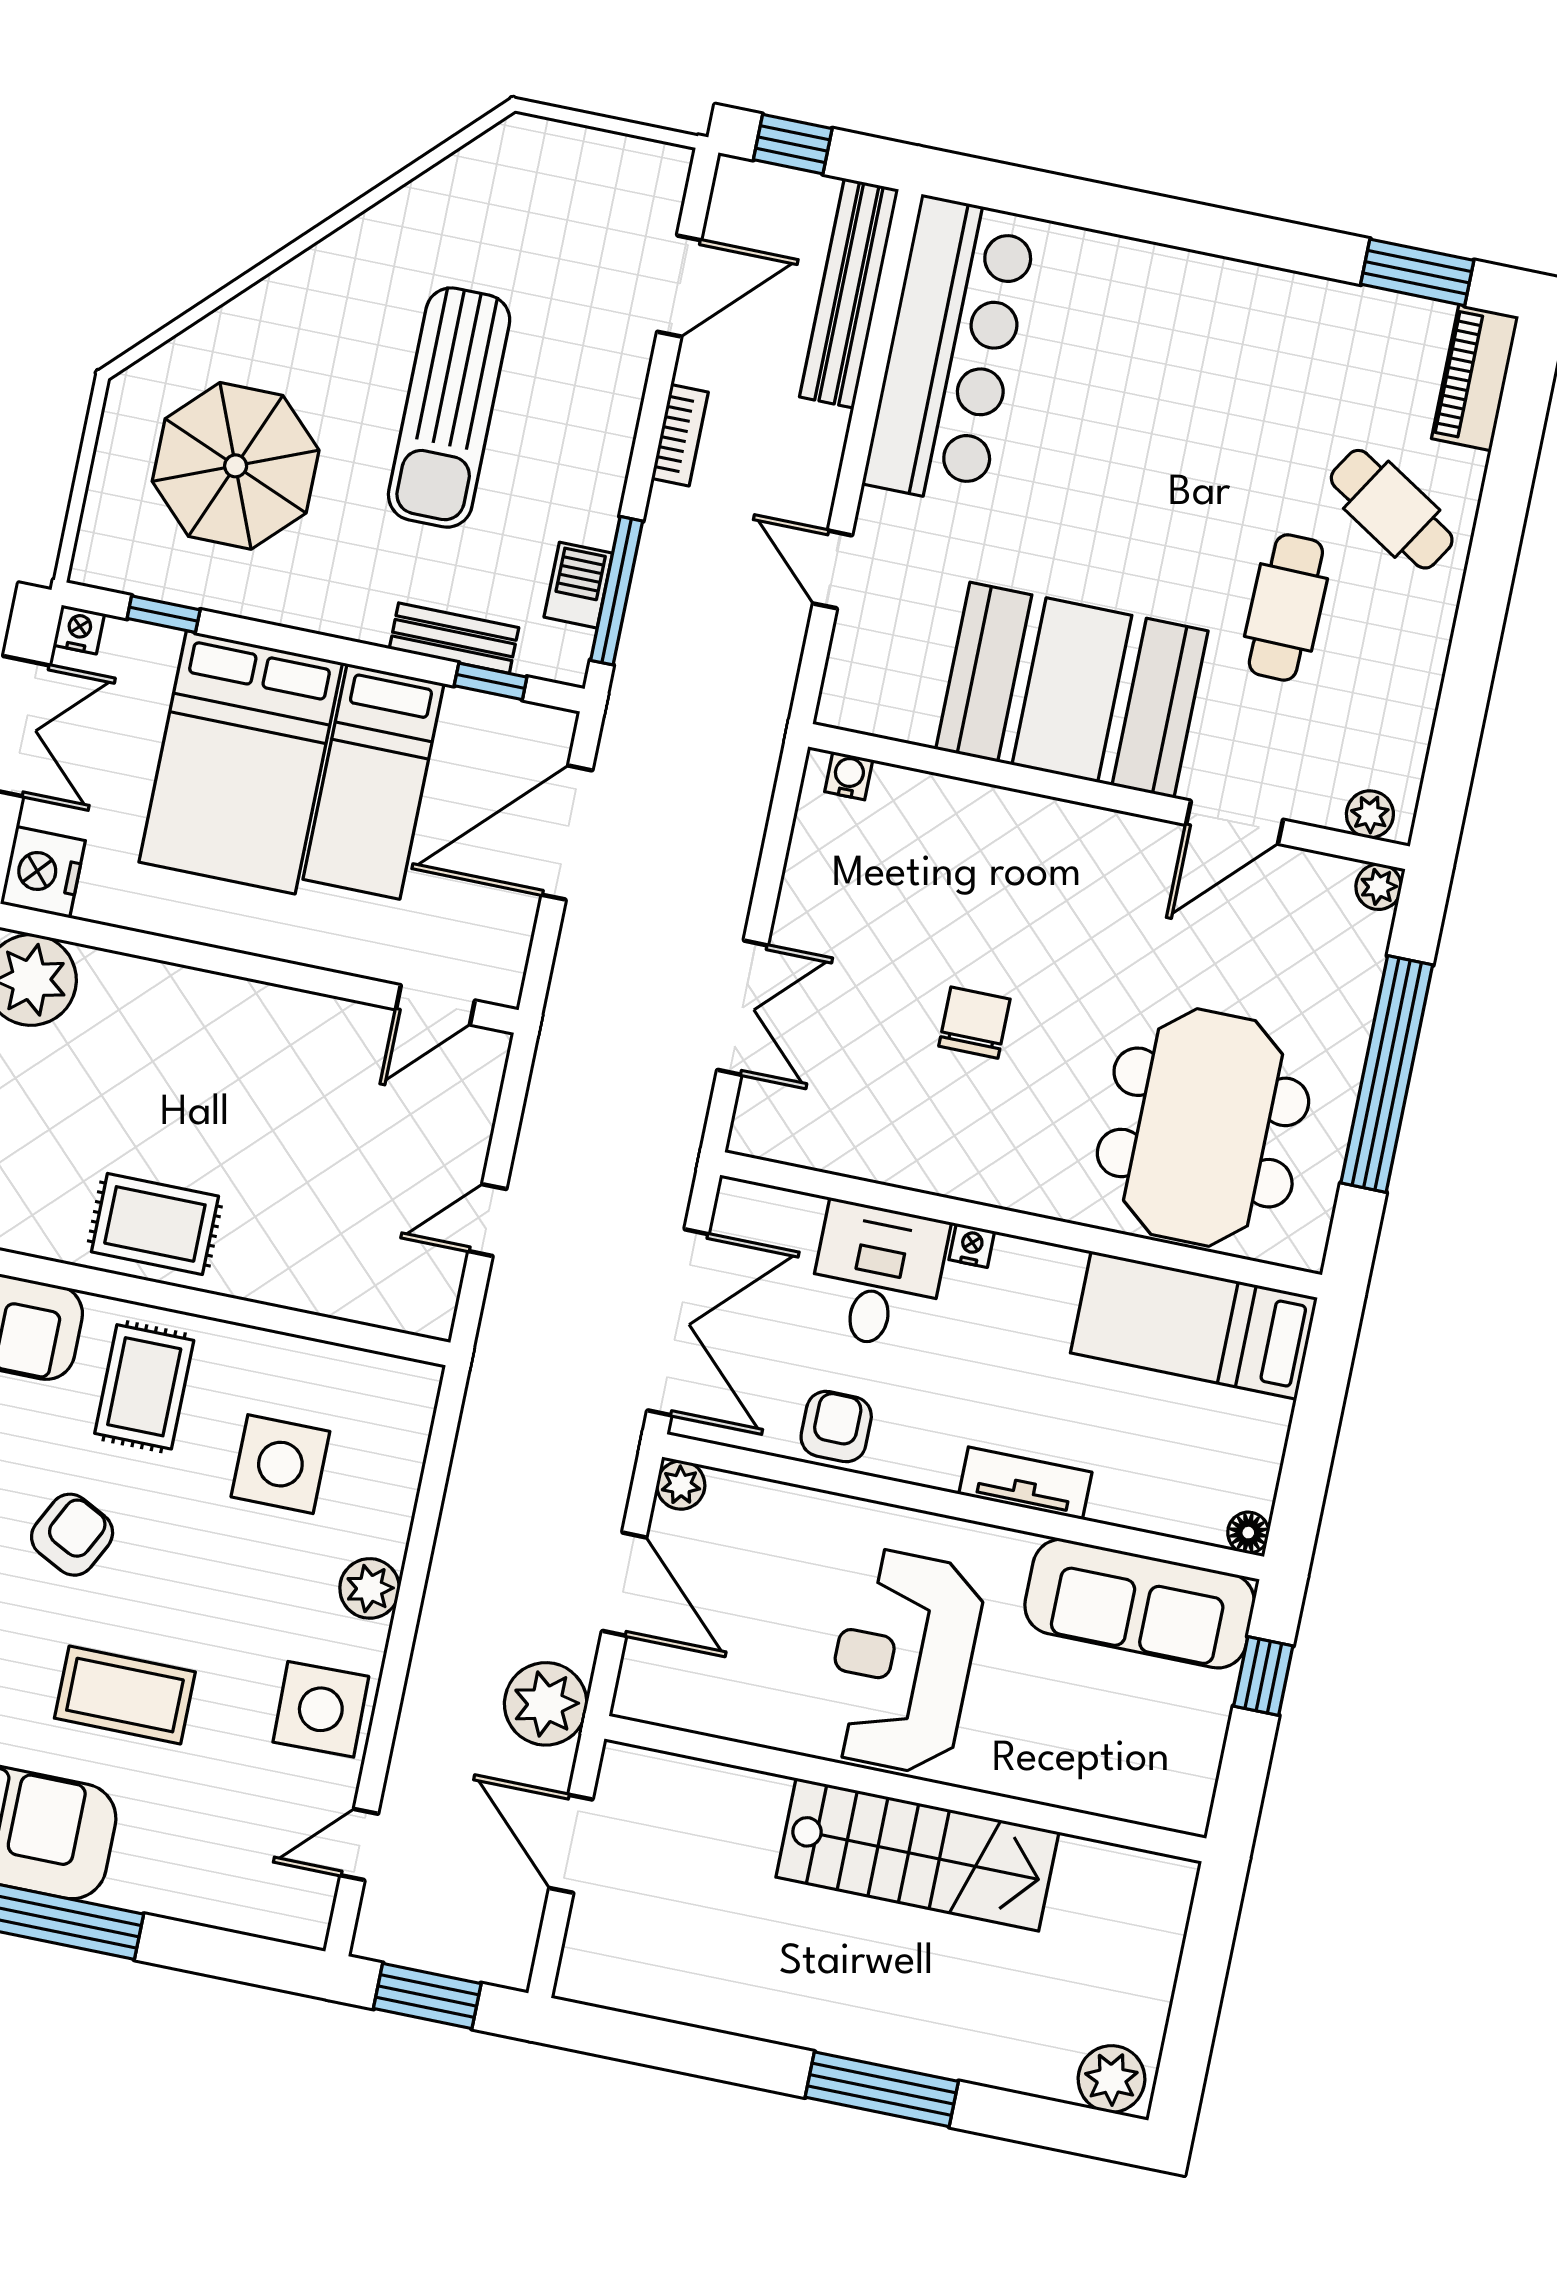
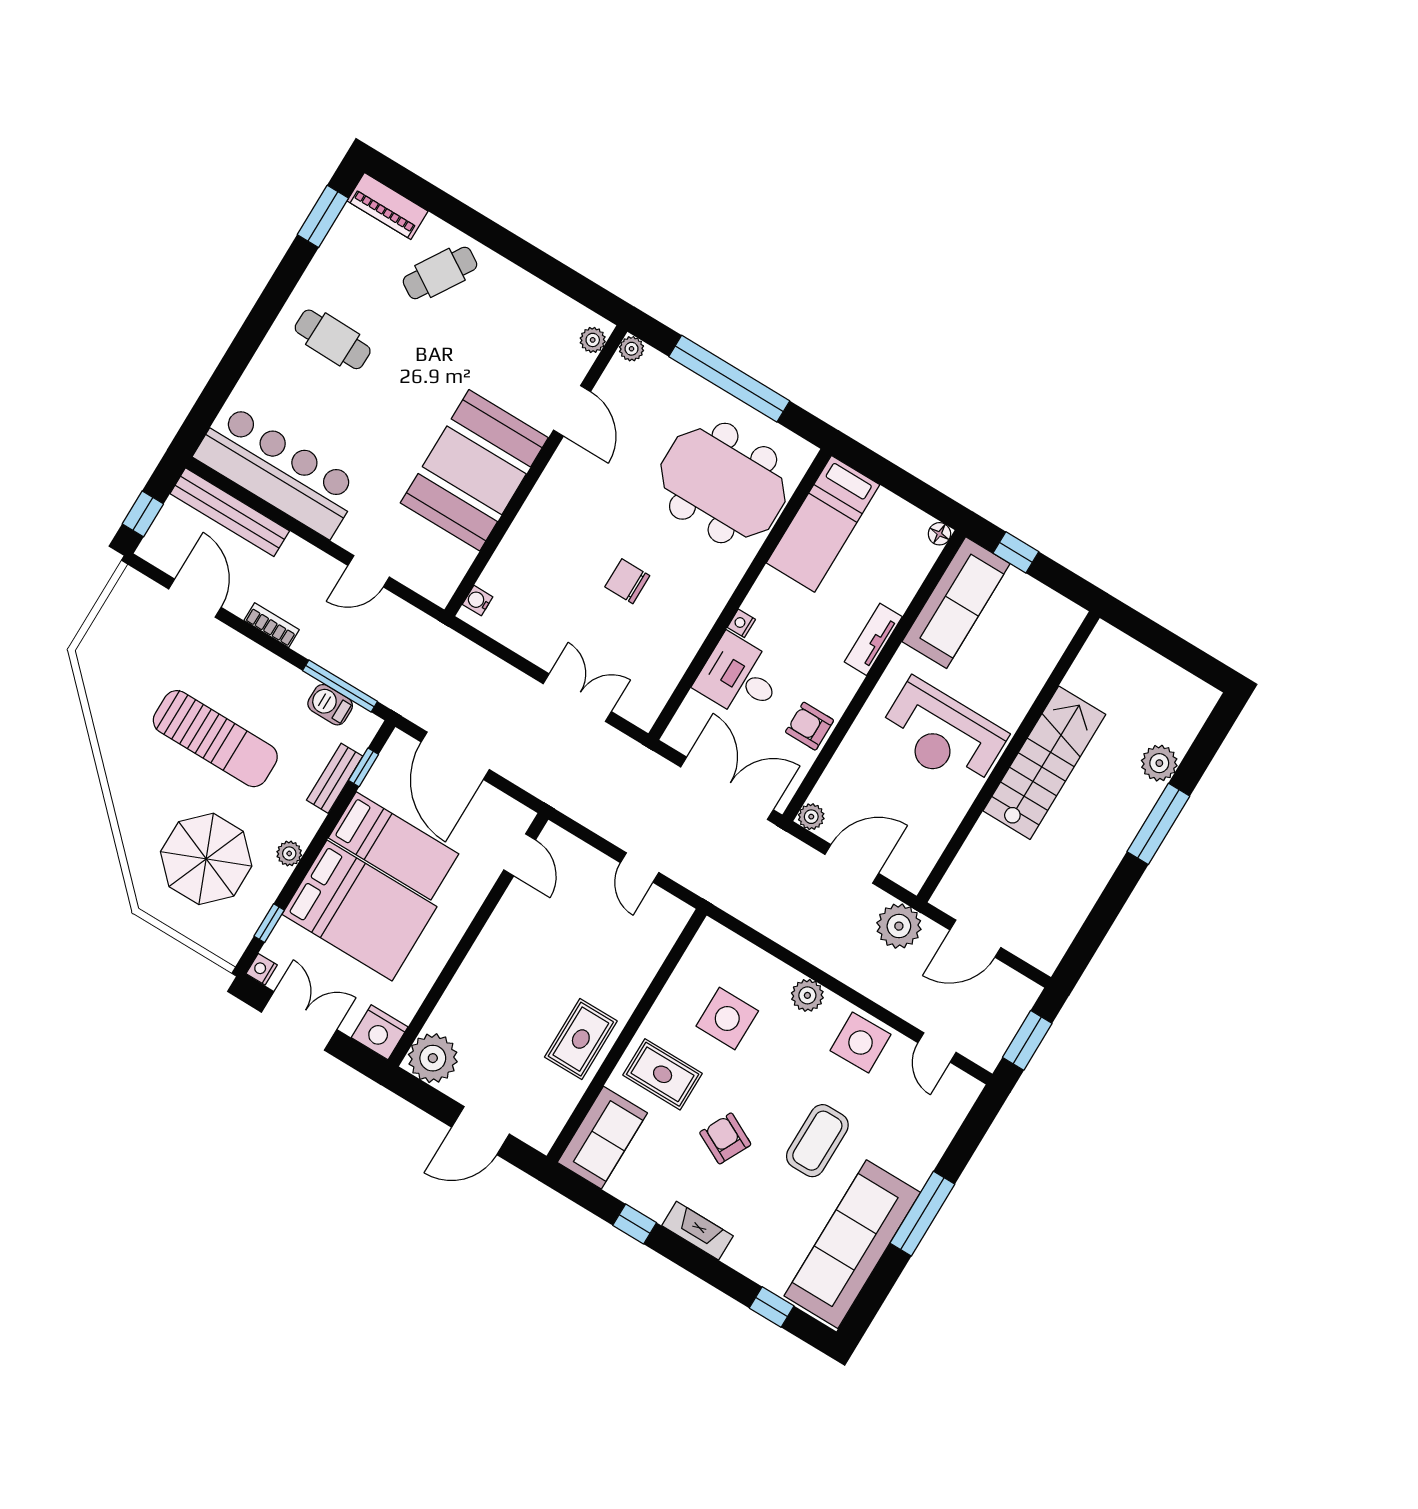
plant: (296, 606) -> (289, 853), added
cafe table: (1286, 607) -> (333, 339), moved
plant: (1112, 2079) -> (1159, 763), moved

